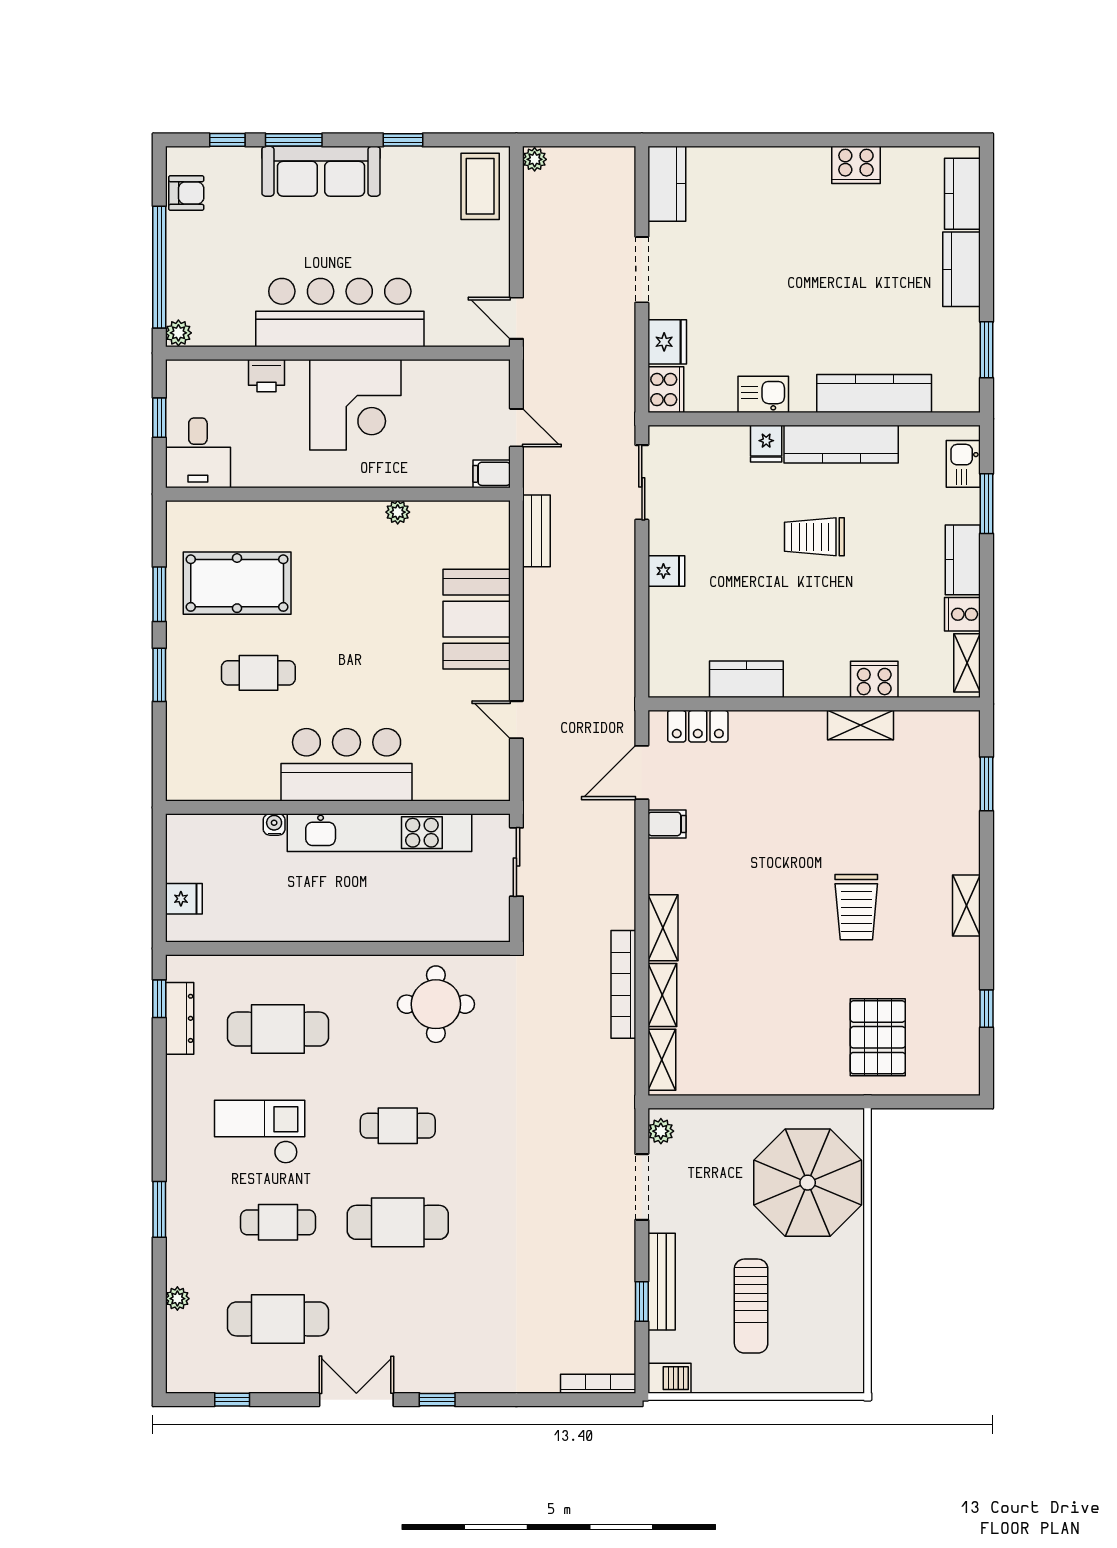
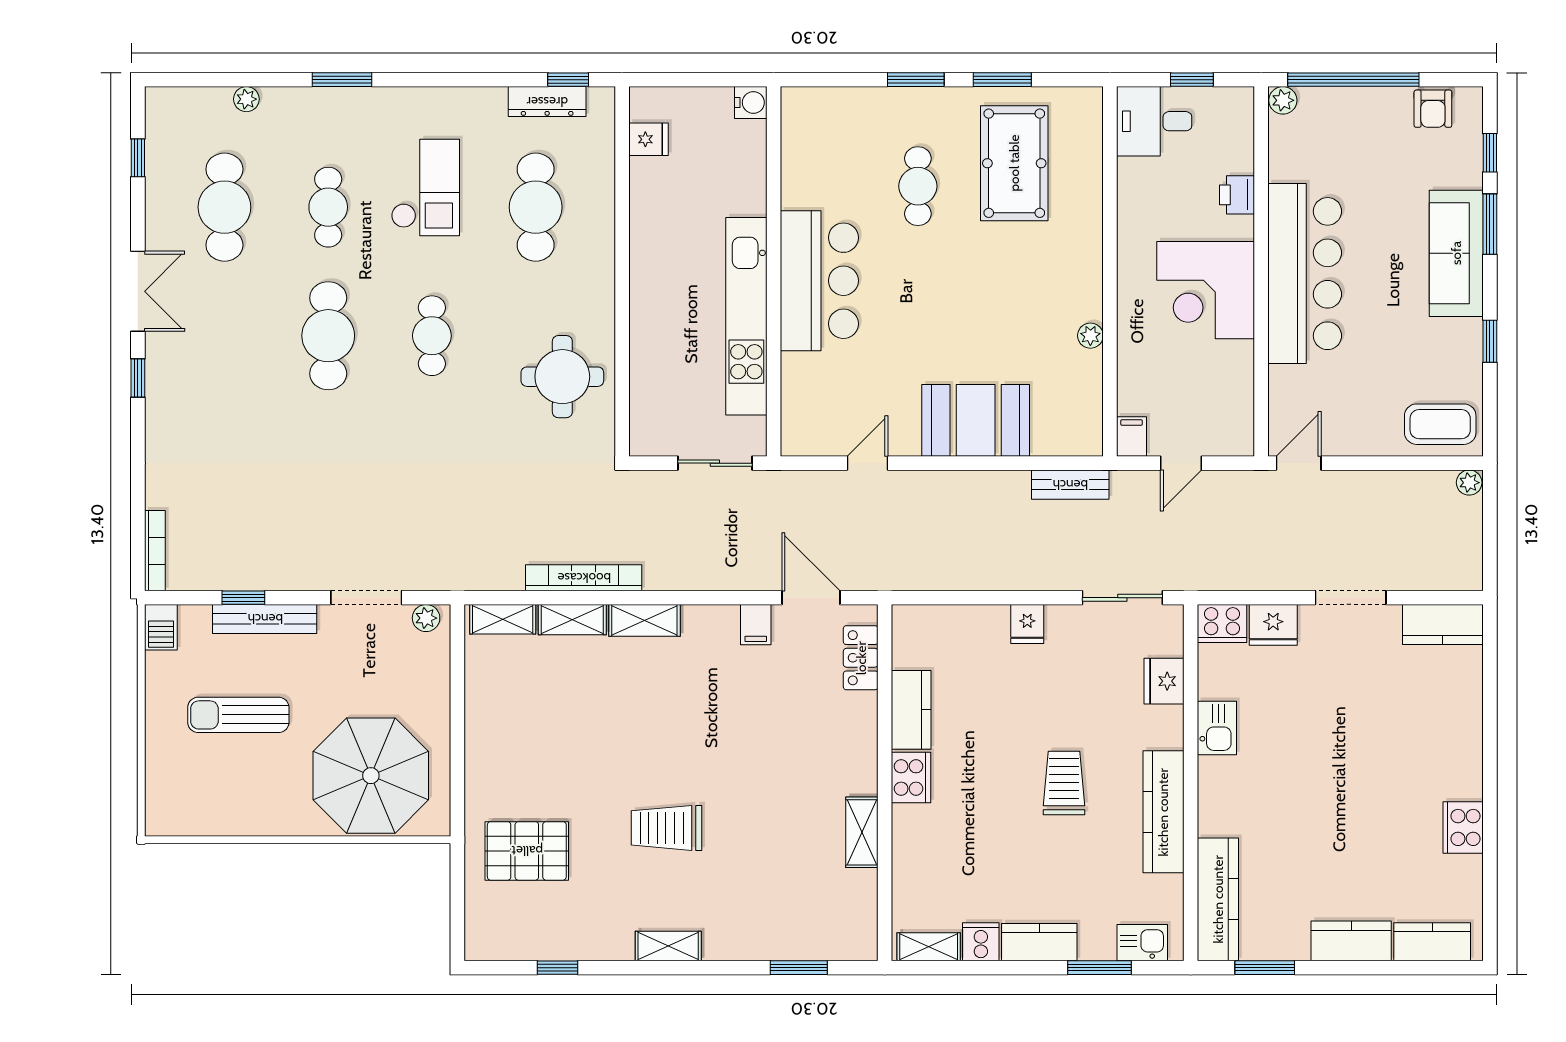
kitchen counter: (874, 393) -> (1218, 899), moved
fridge: (766, 444) -> (1164, 681), moved, width x1.38
cooker: (874, 679) -> (911, 777), moved
water cooler: (274, 824) -> (751, 102), moved, width x1.38, depth x1.38
fridge: (184, 899) -> (649, 139), moved, turned -90

